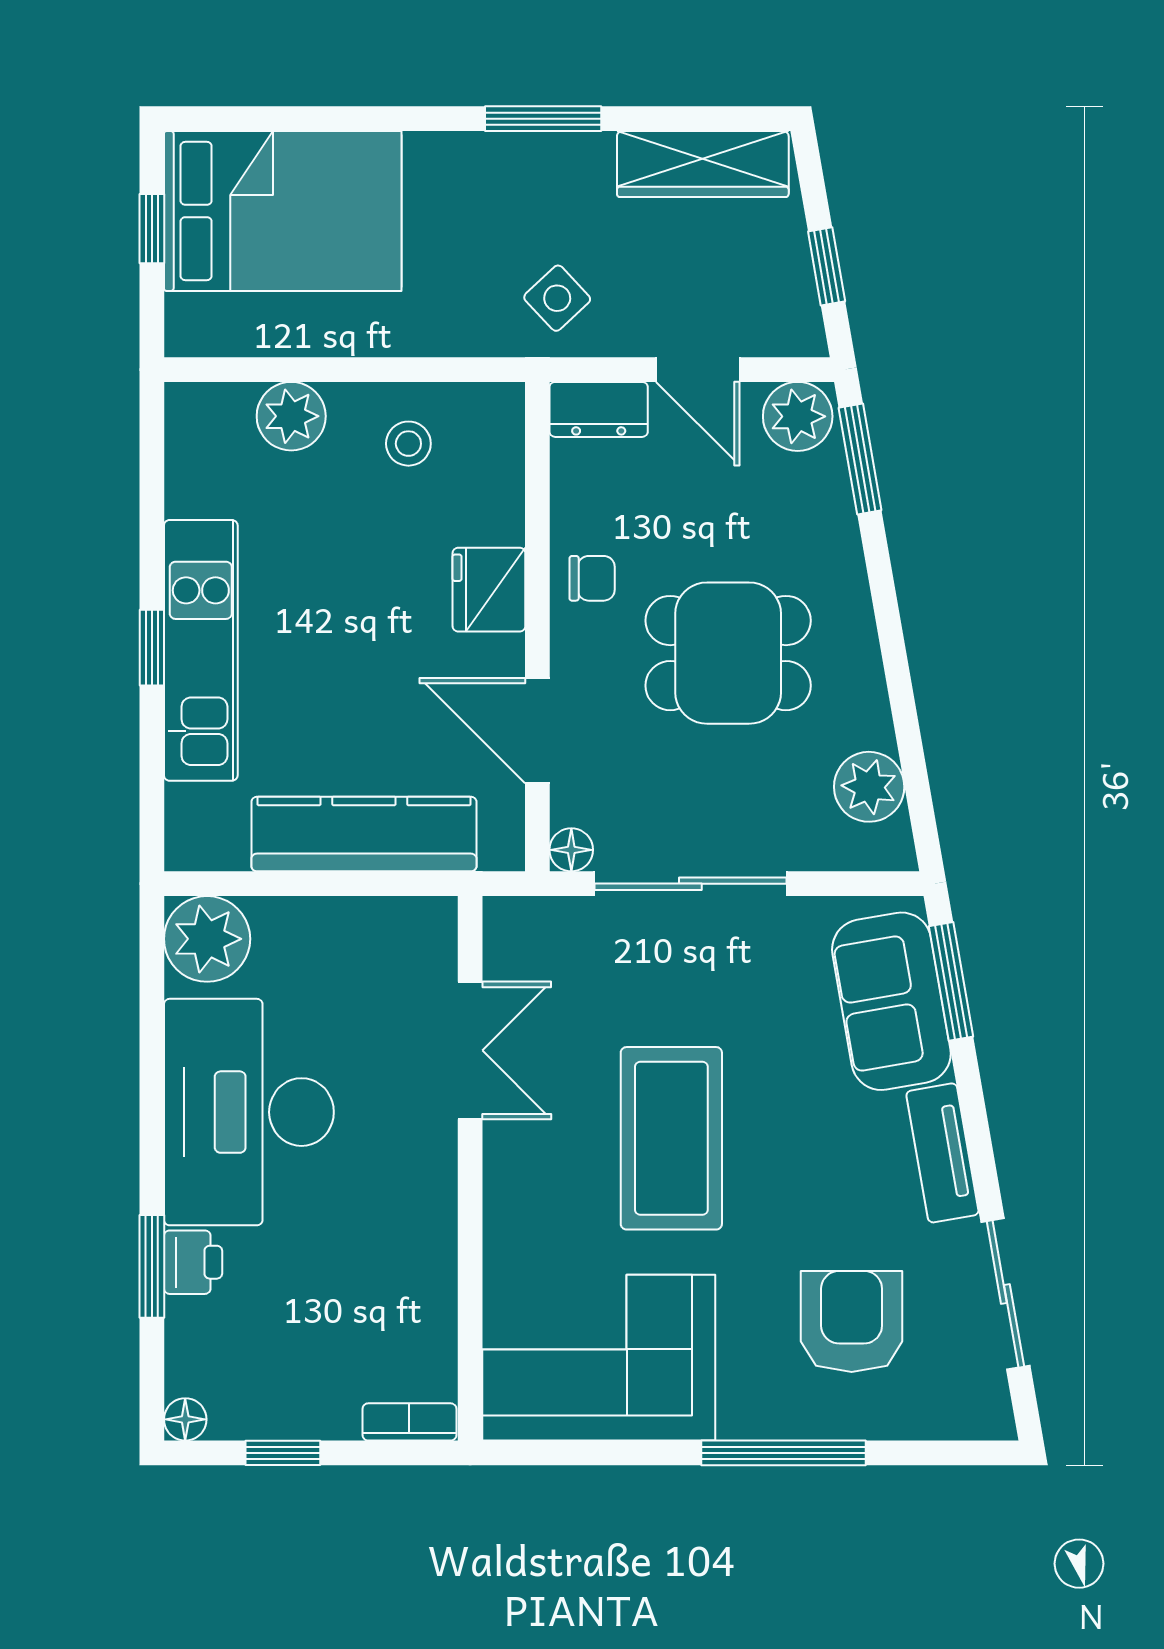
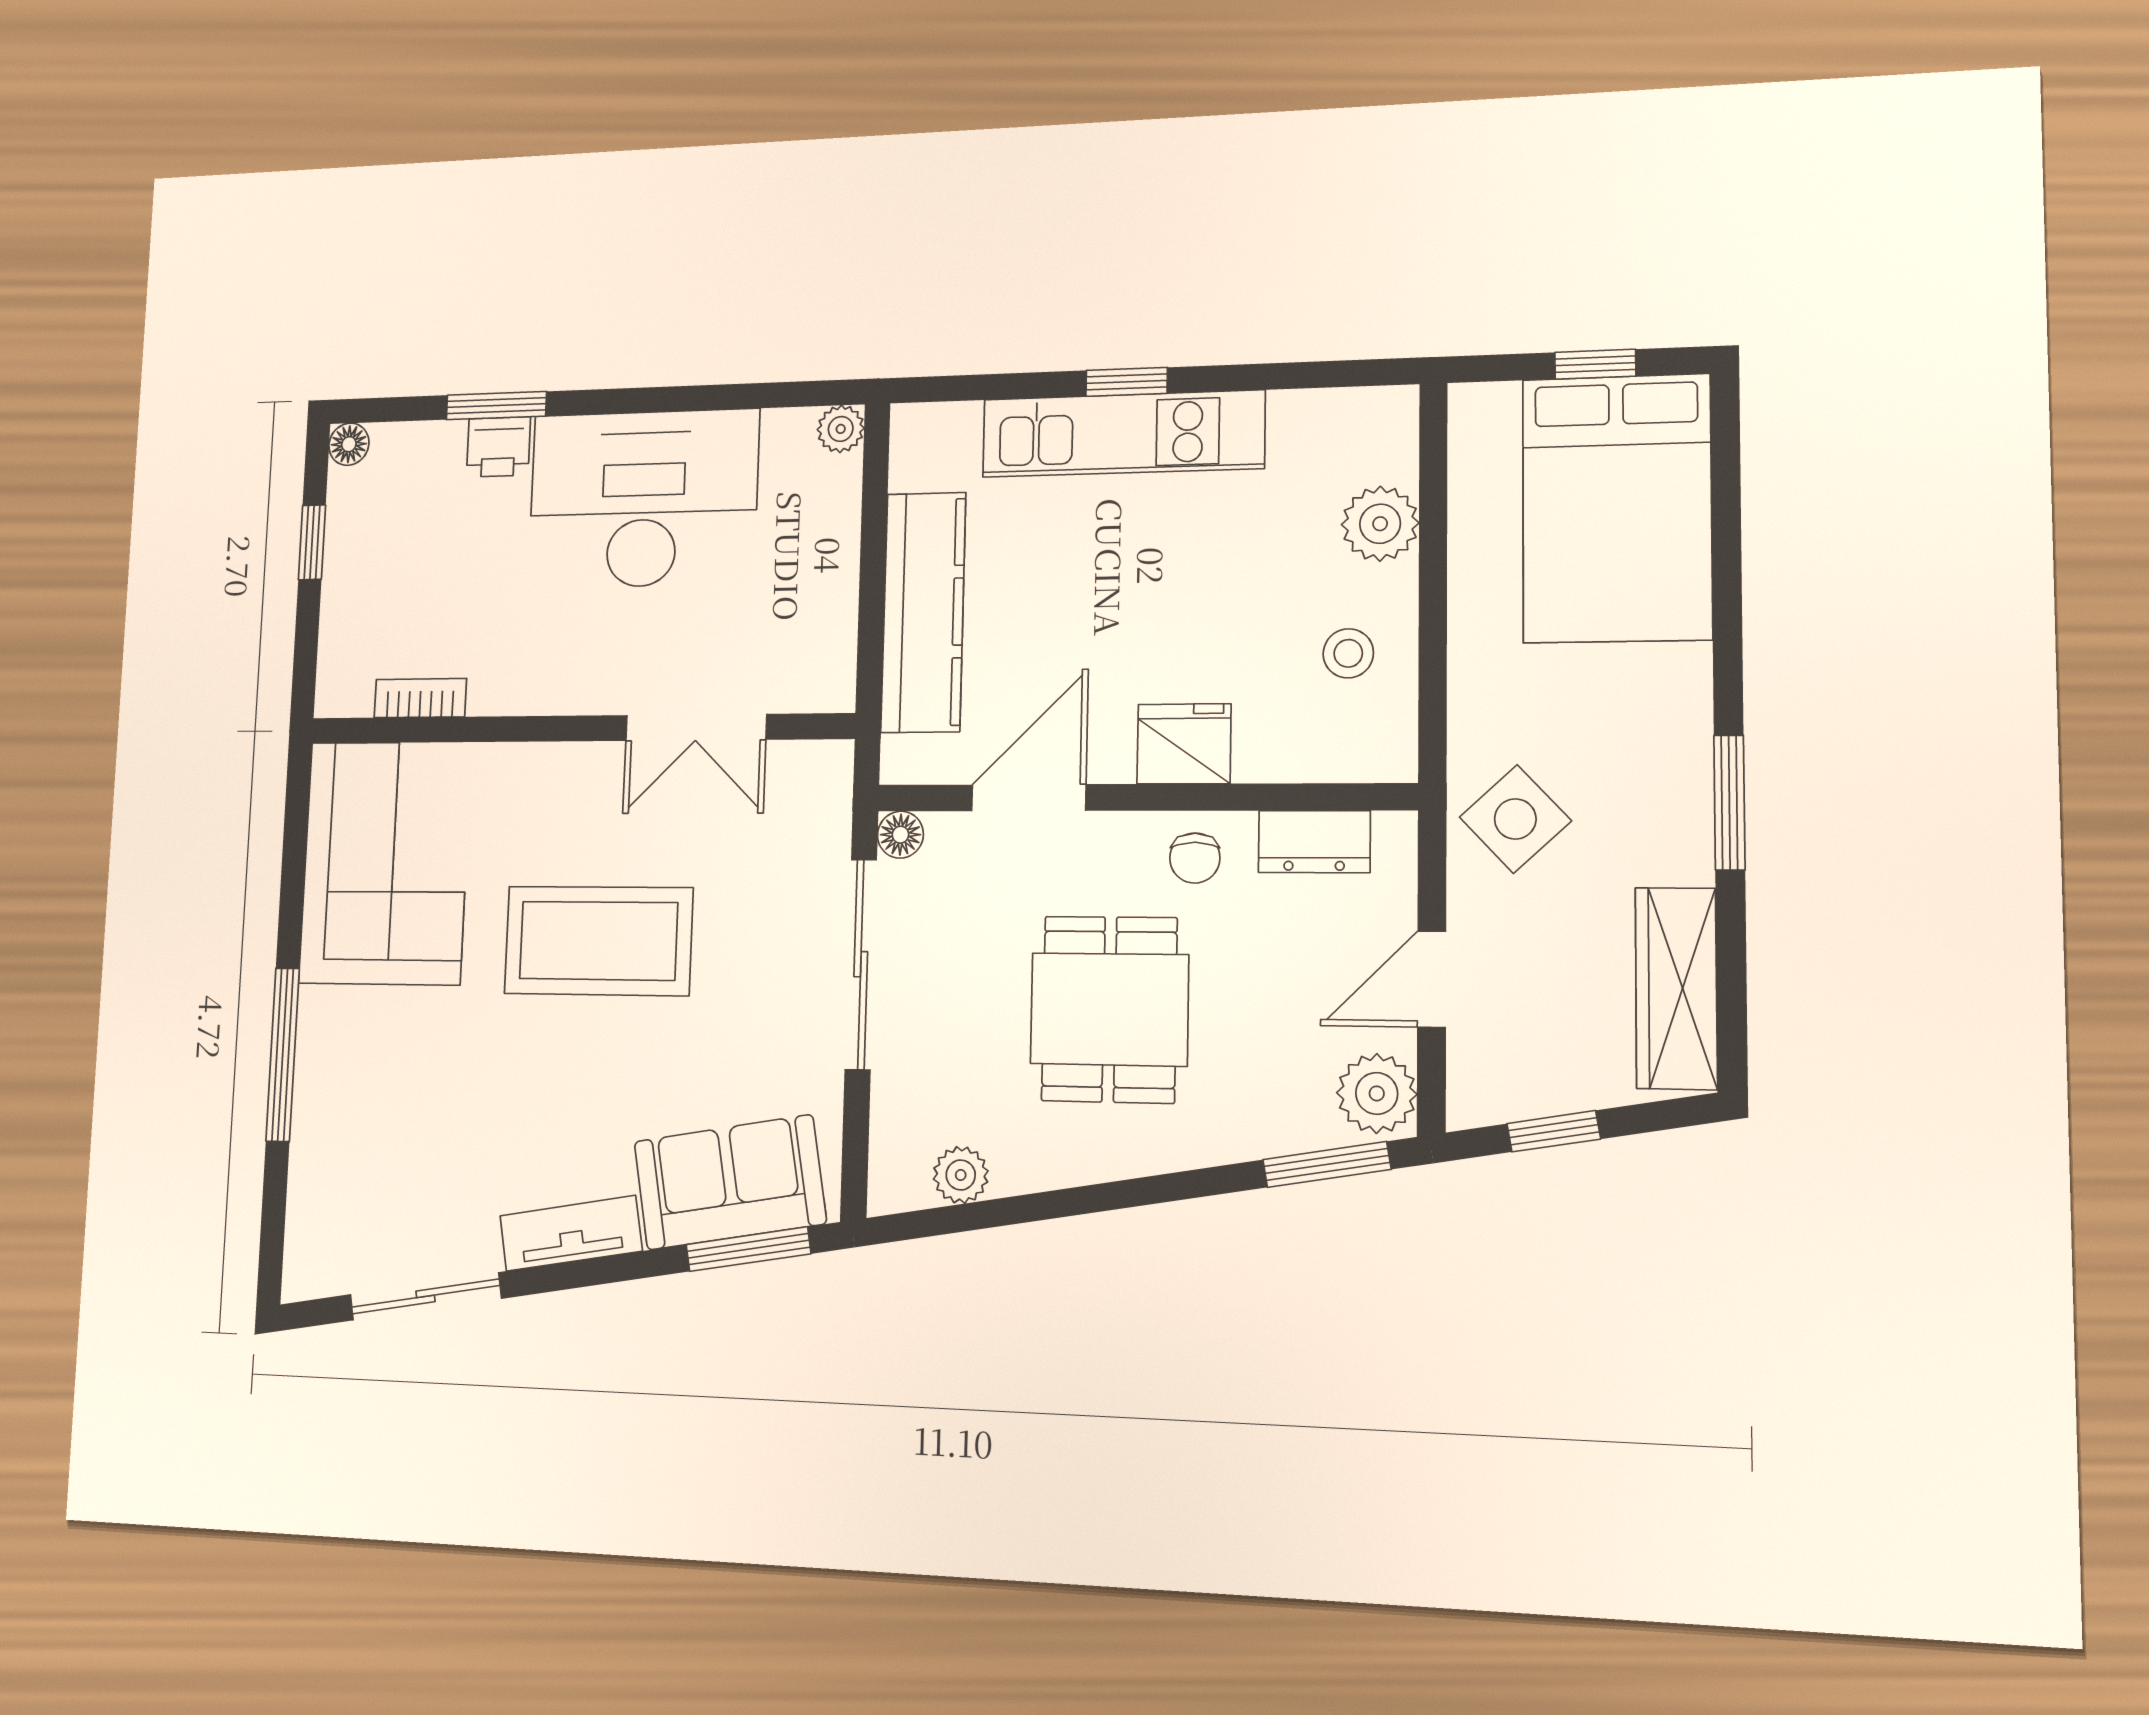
side table: (557, 298) -> (1515, 819), width x1.37, depth x1.37
dresser: (599, 409) -> (1314, 842), moved, turned -90
plant: (869, 787) -> (961, 1175), width x0.73, depth x0.73
plant: (207, 939) -> (841, 429), width x0.53, depth x0.53
armchair: (852, 1321) -> (407, 1130), removed
bookcase: (409, 1422) -> (420, 698), moved, turned -90

